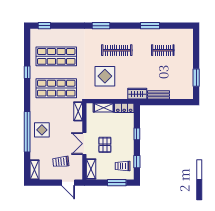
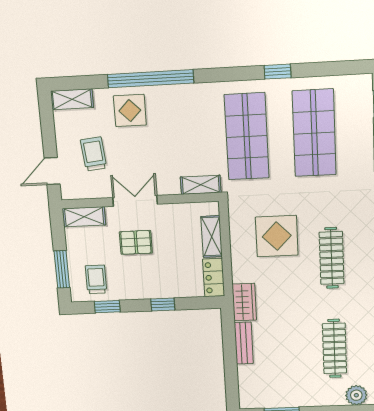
plant: (188, 40) -> (356, 395), added
clothes rail: (163, 50) -> (334, 348), width x1.36
display table: (42, 130) -> (130, 110), moved

